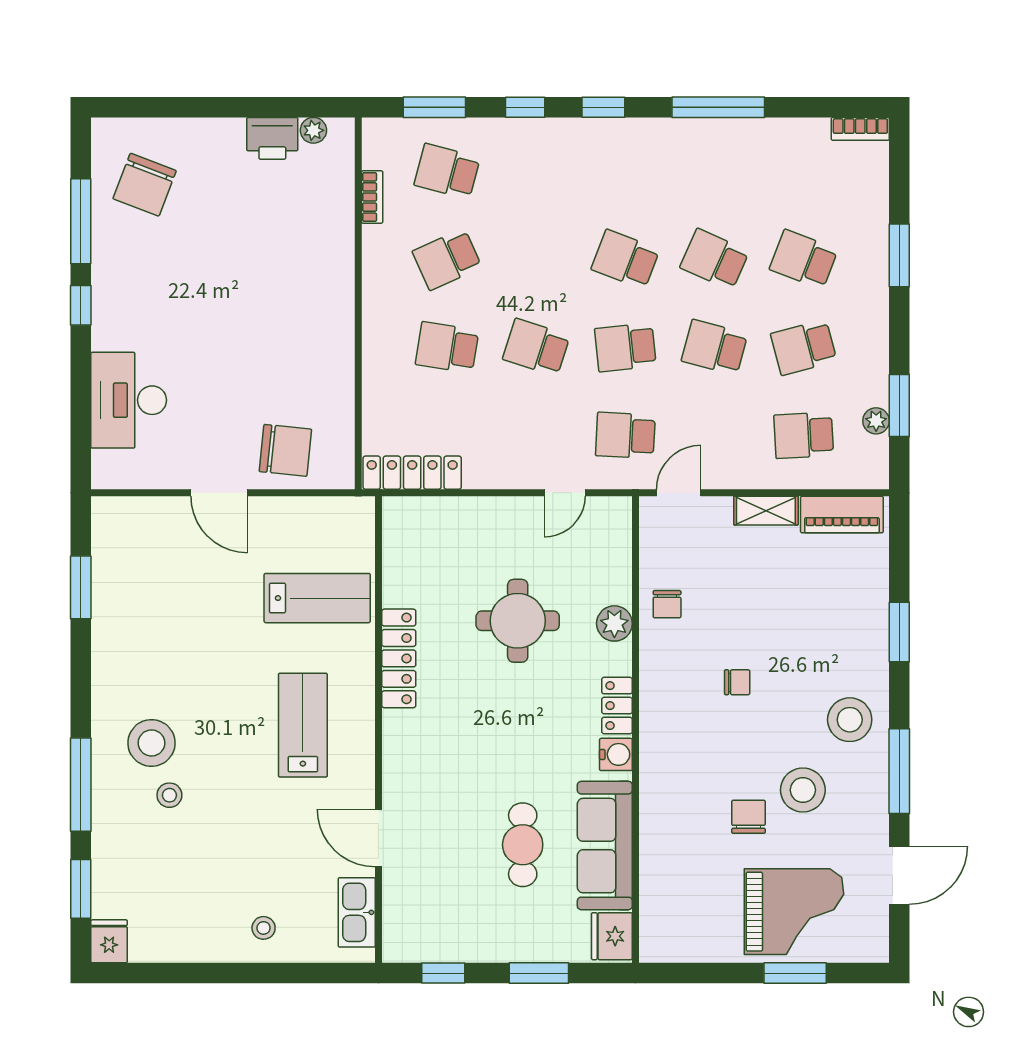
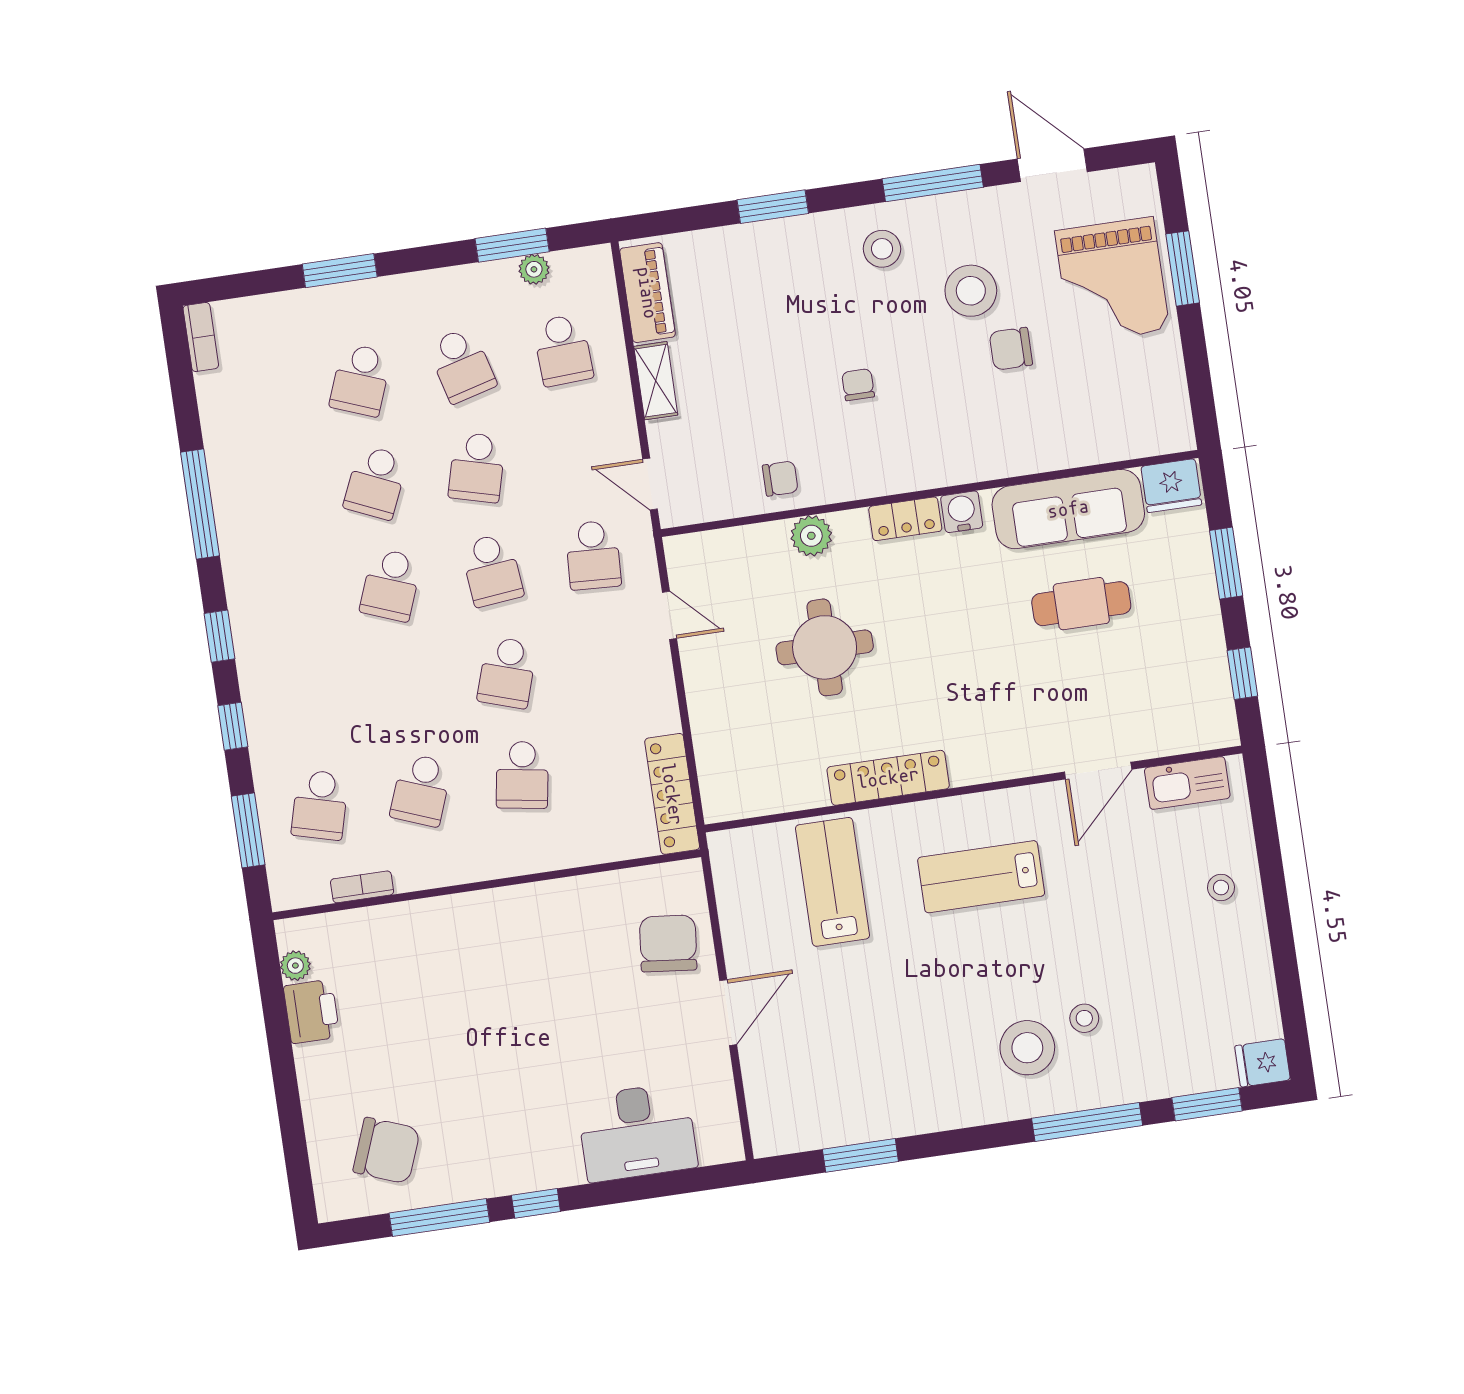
school desk: (447, 259) -> (421, 790), turned 45
stool: (850, 720) -> (882, 249), width x0.73, depth x0.73
grand piano: (794, 912) -> (1112, 280), turned 180

